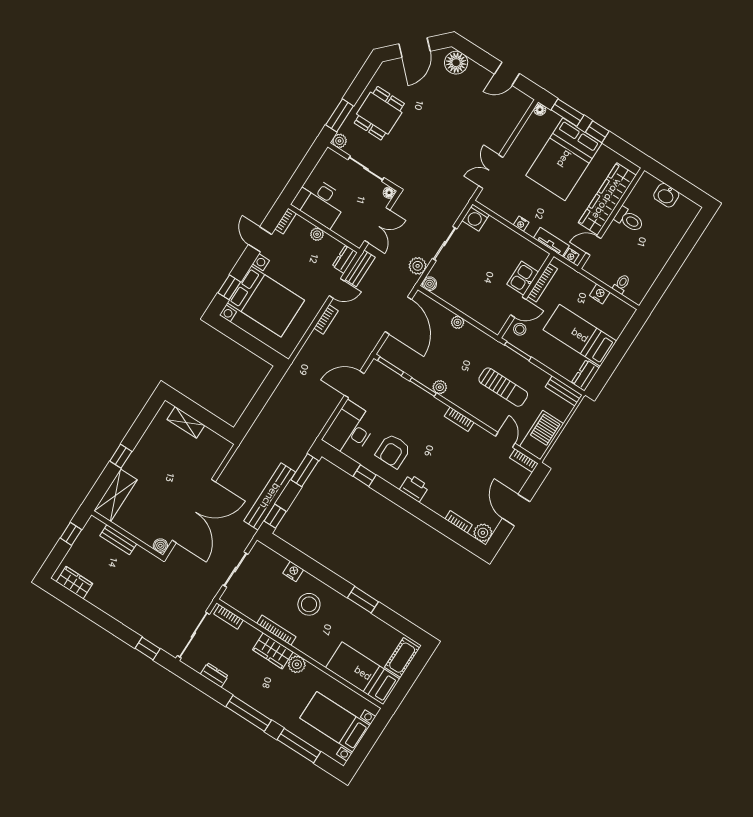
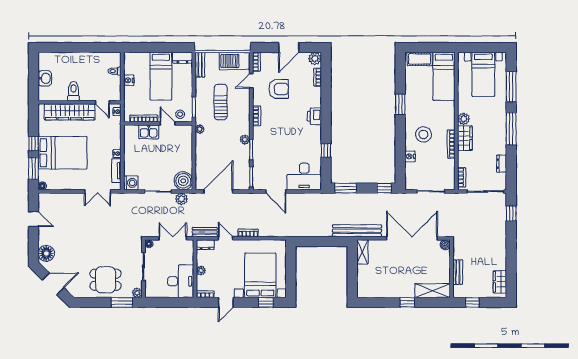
tv unit: (551, 242) -> (116, 171), moved
boiler: (430, 284) -> (183, 181), width x1.86, depth x1.86
plant: (458, 322) -> (200, 129), moved
shelving: (186, 422) -> (362, 252), moved
armchair: (393, 451) -> (279, 89), moved
bench: (270, 496) -> (357, 231), moved

